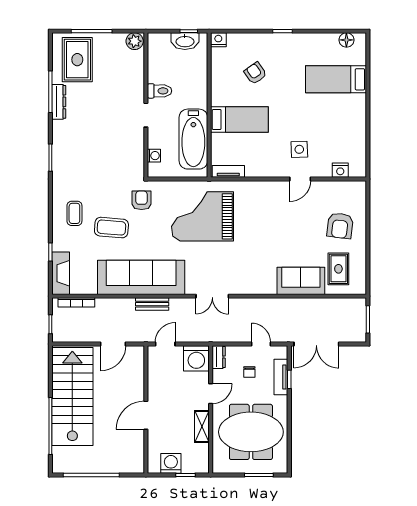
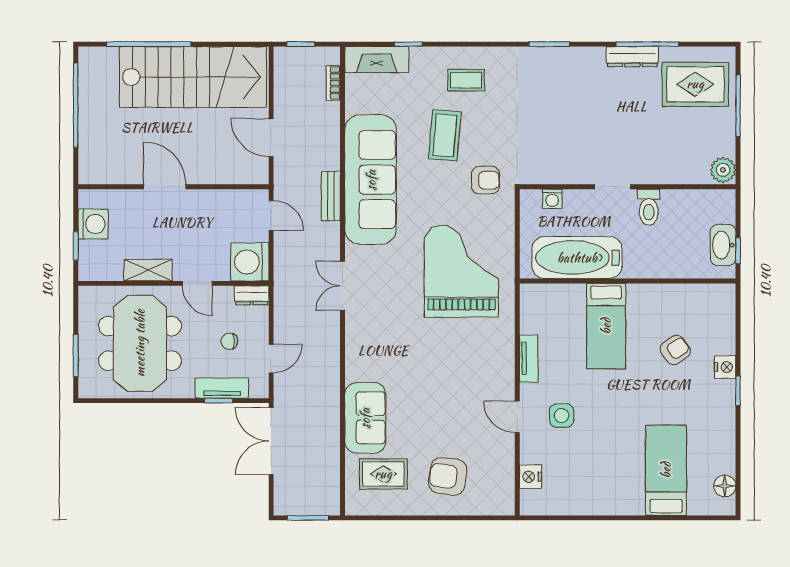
nightstand: (218, 40) -> (725, 367), moved
tv unit: (228, 171) -> (529, 358), moved
bookcase: (76, 302) -> (333, 83), width x0.64

